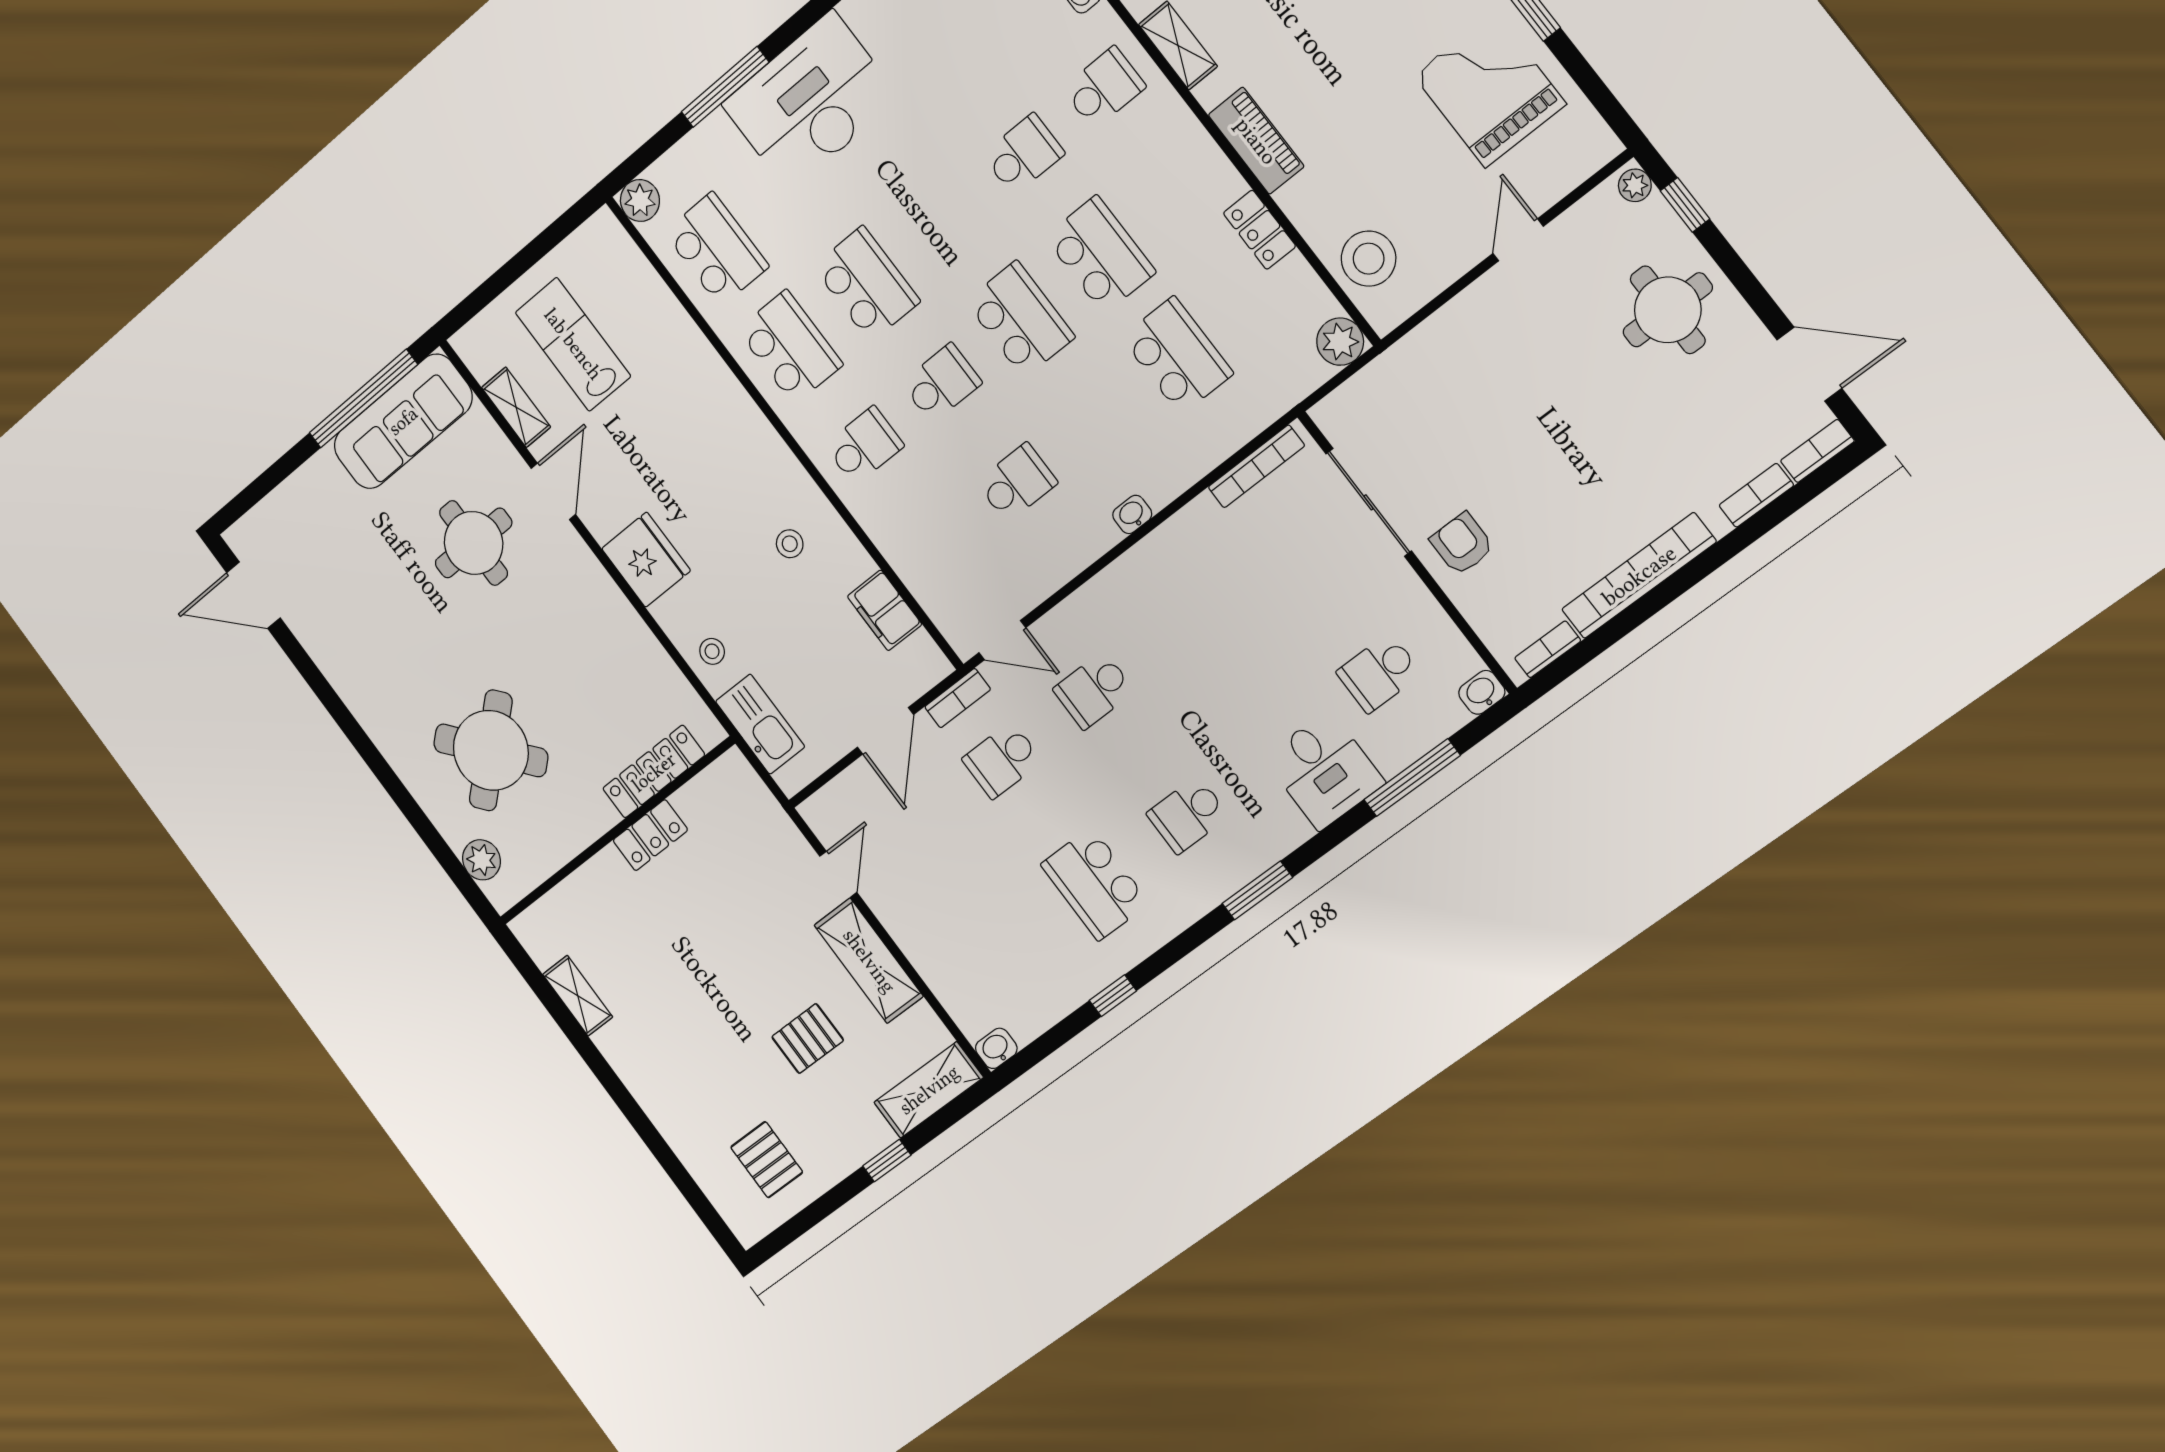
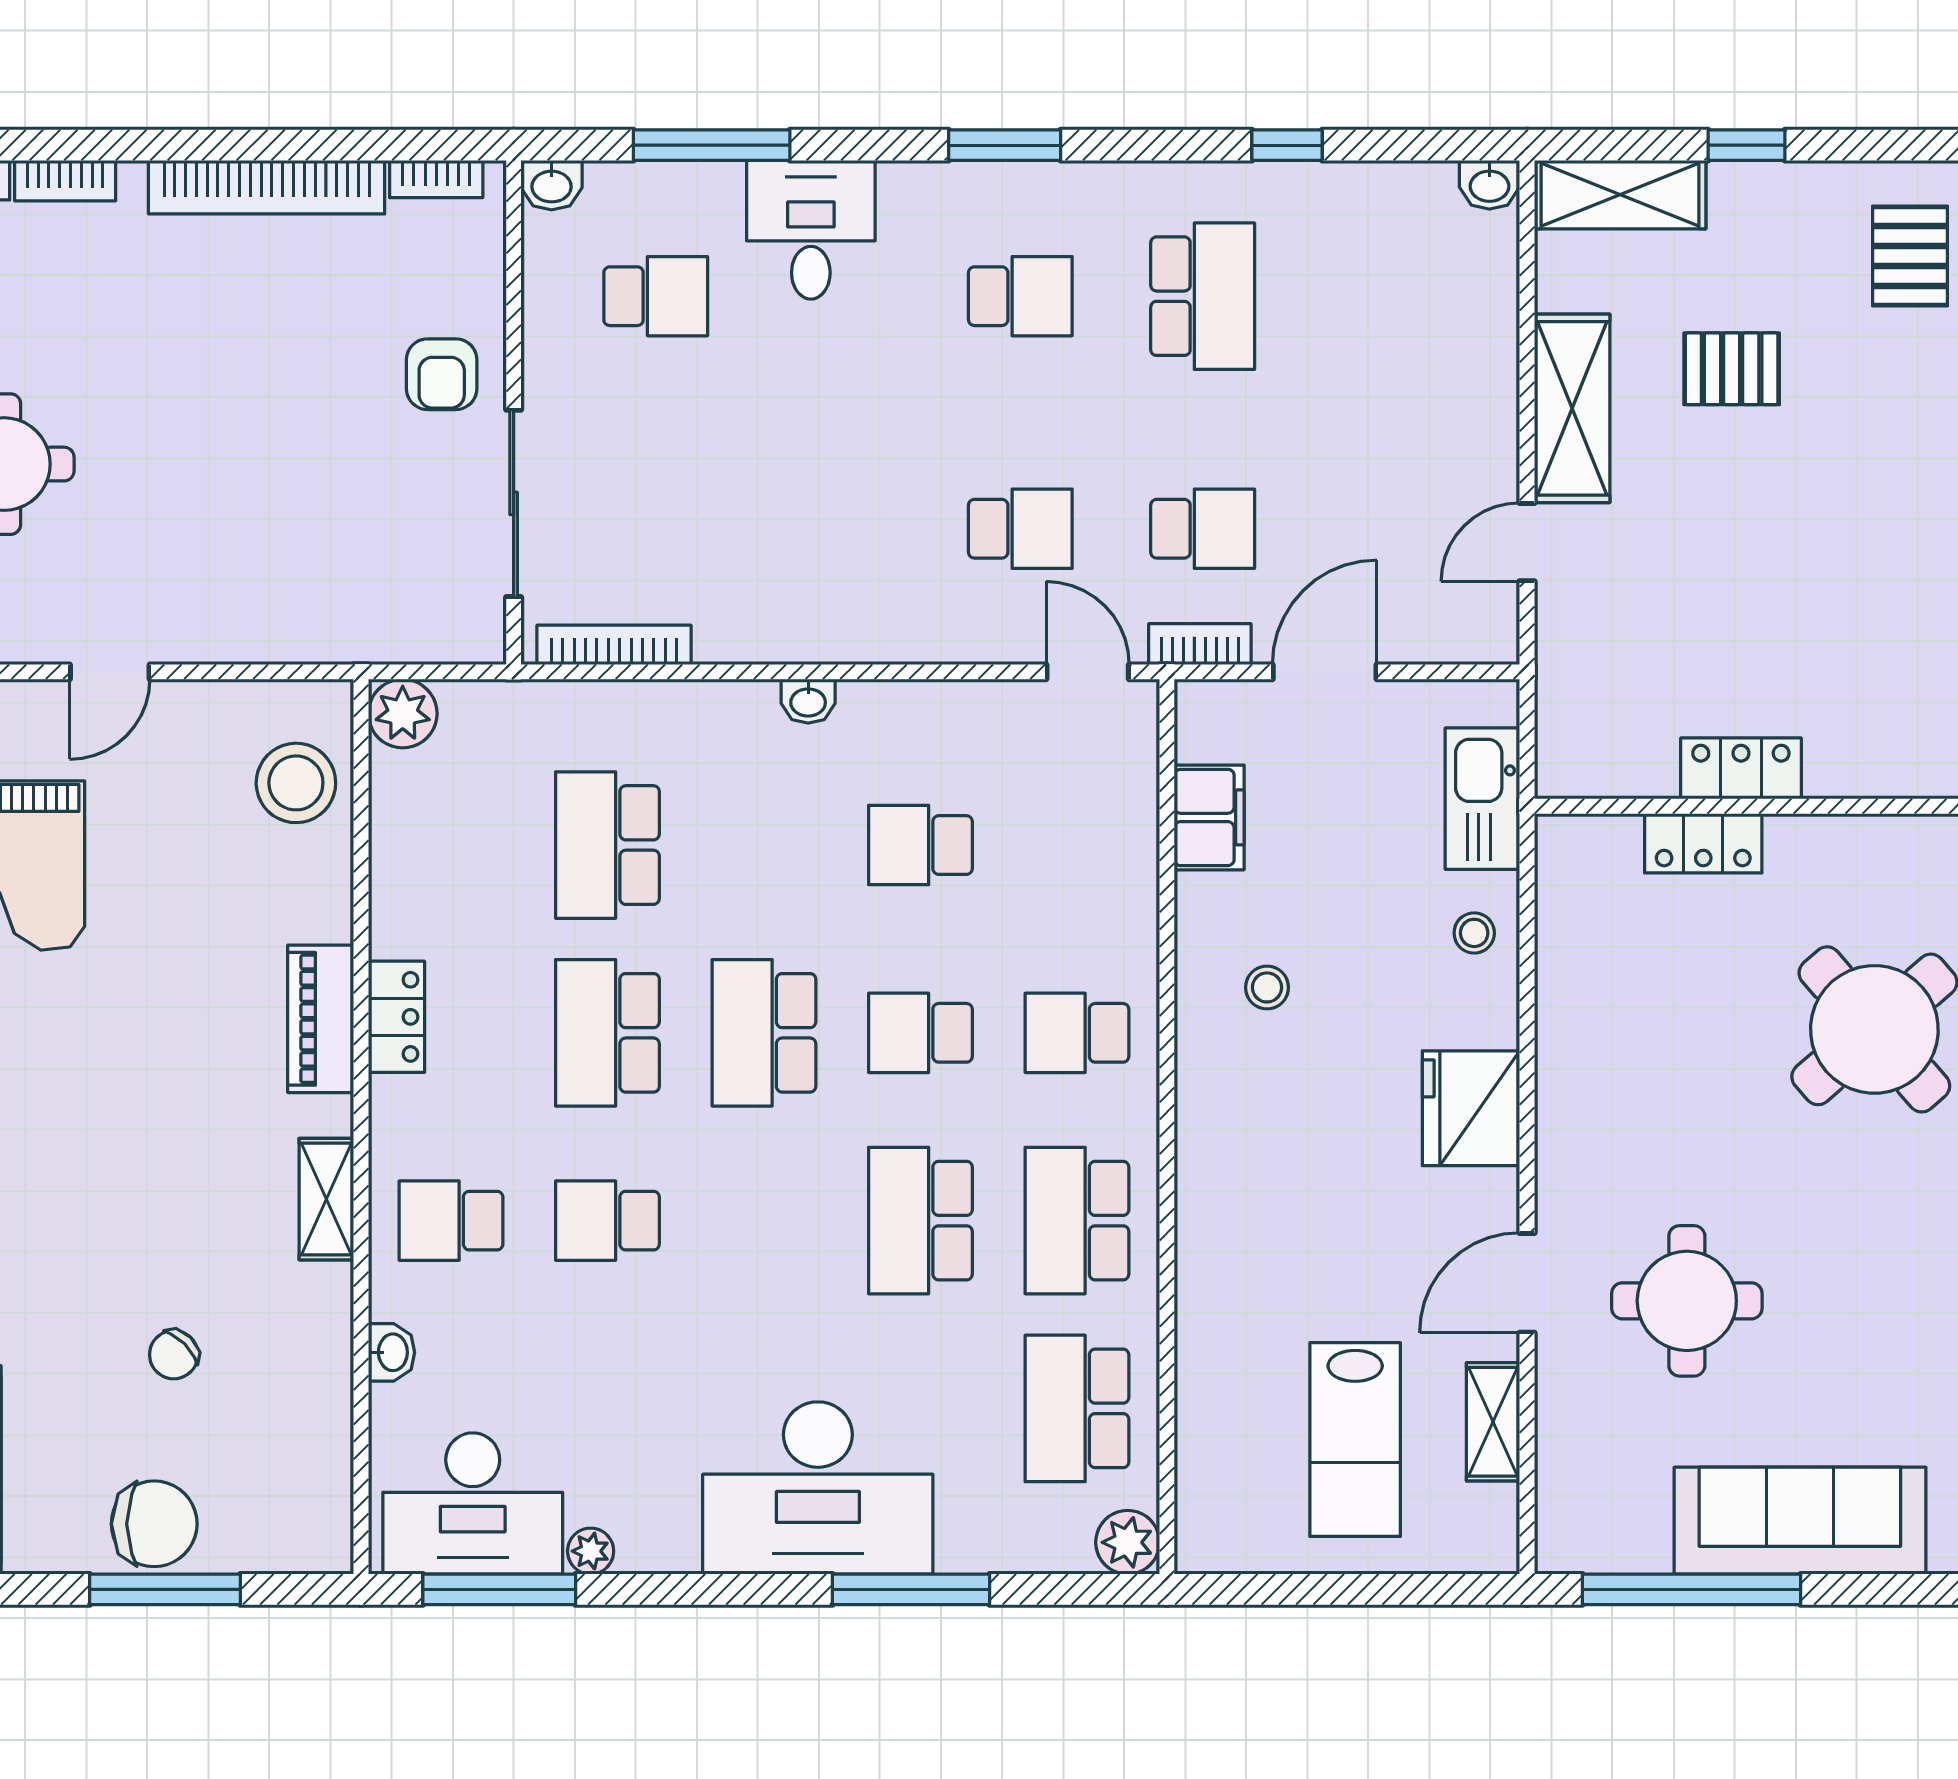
locker: (1260, 230) -> (396, 1017), moved
sofa: (403, 421) -> (1800, 1521), moved
locker: (654, 772) -> (1703, 843), width x0.66

